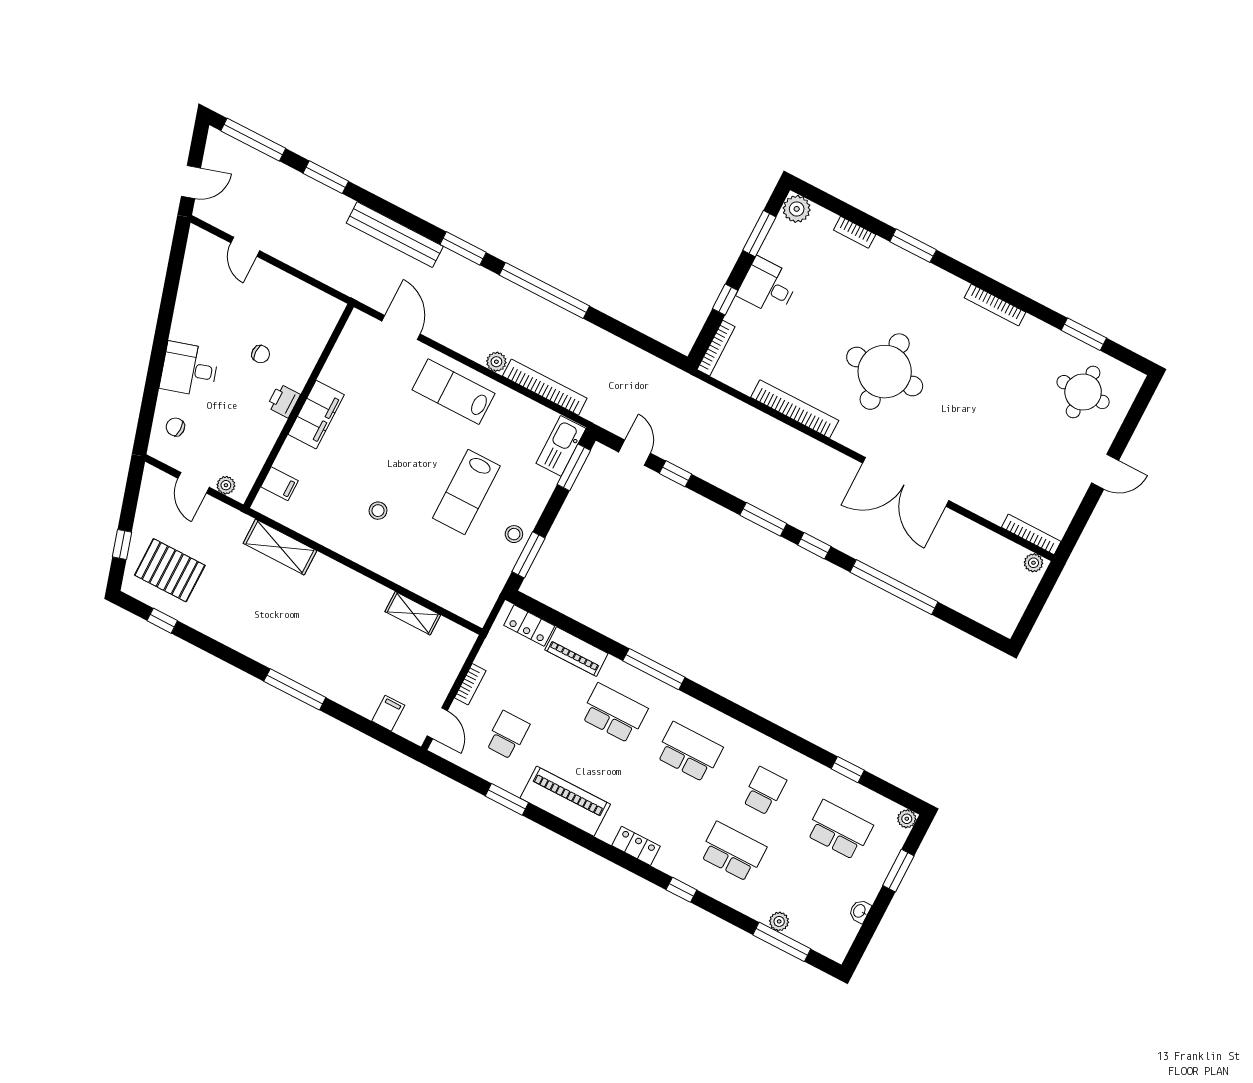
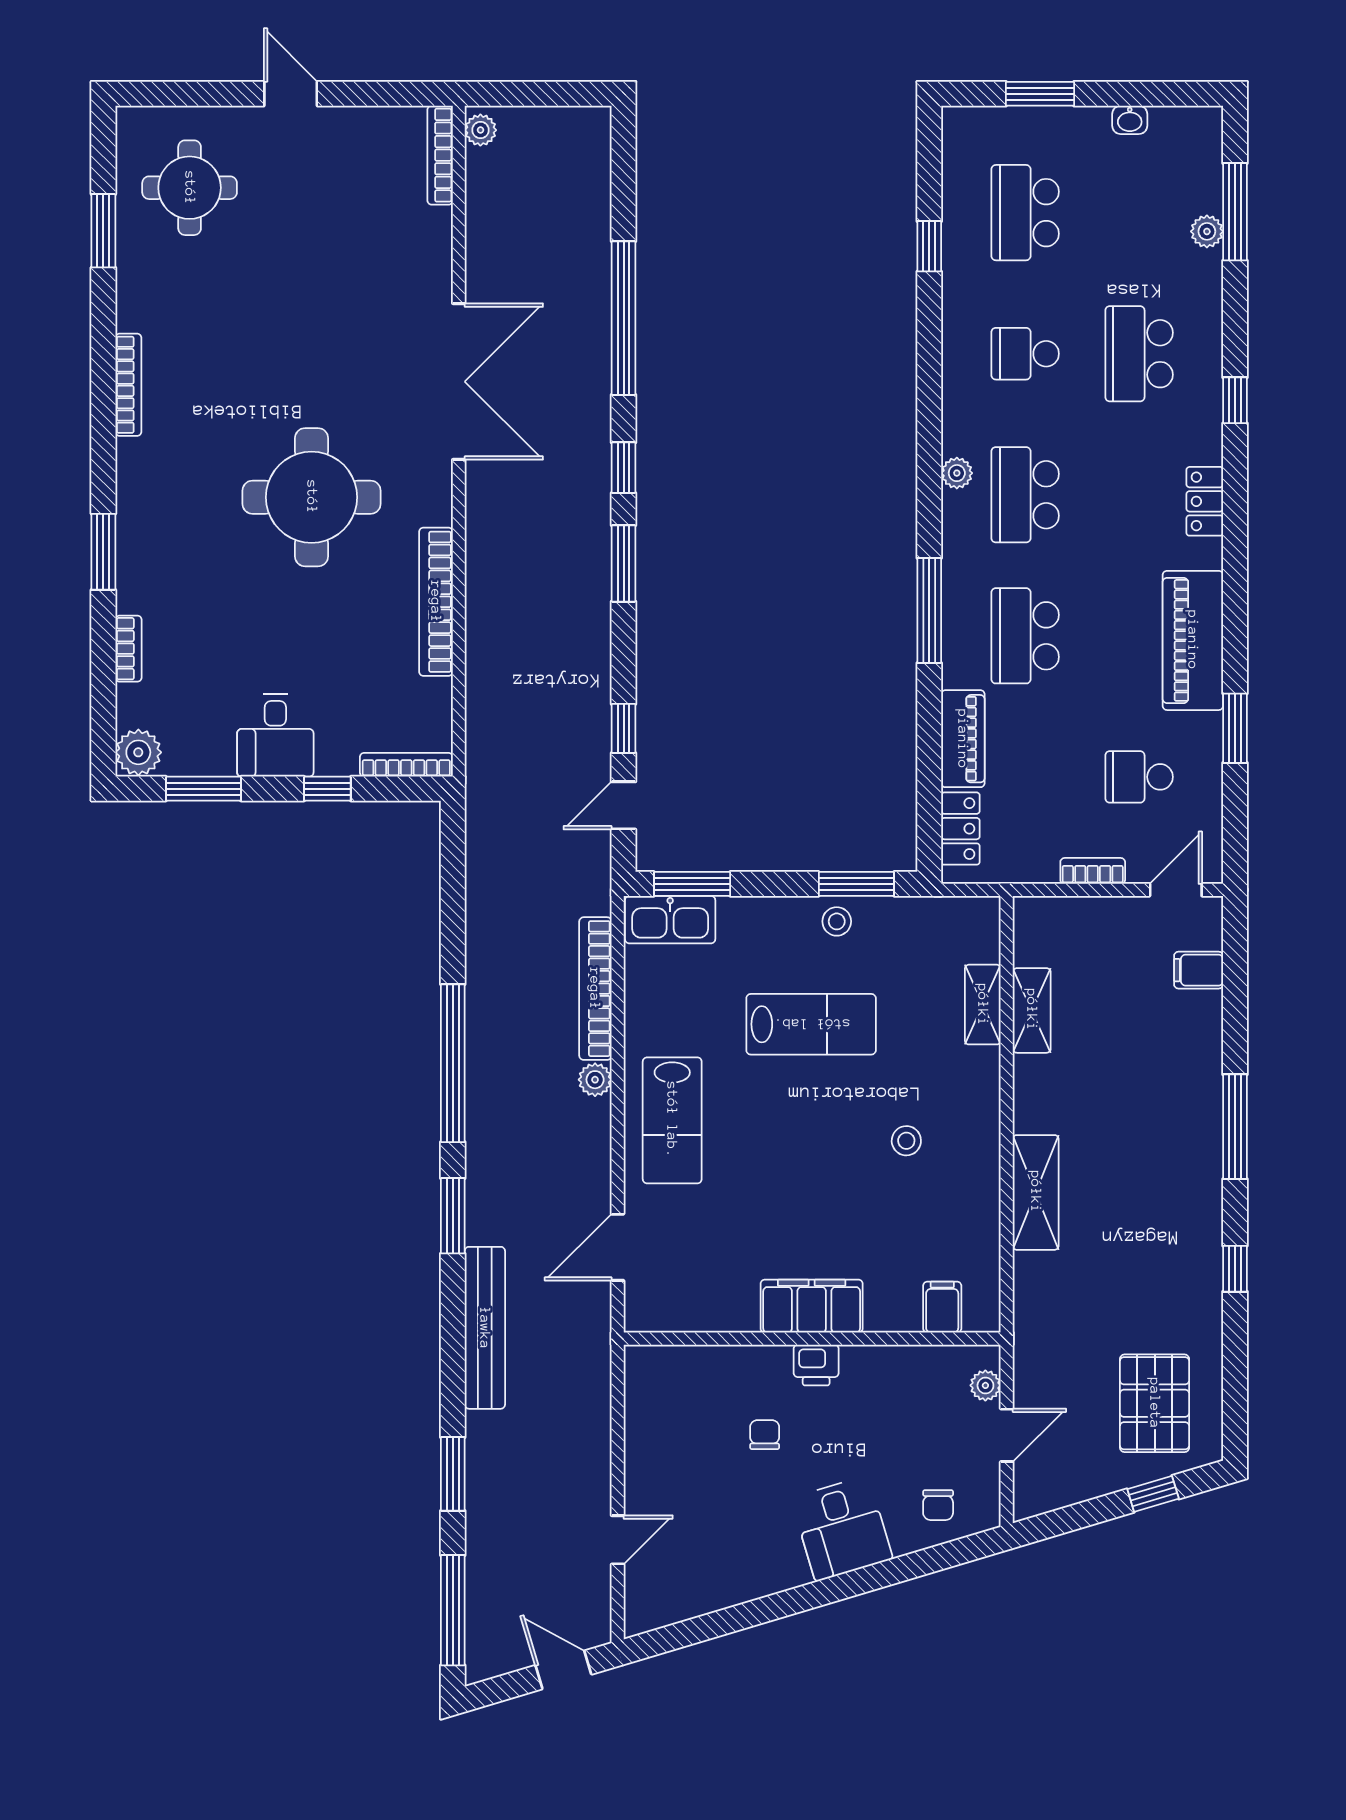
shelving: (280, 547) -> (1036, 1192), moved
shelving: (429, 589) -> (983, 1005), added
window: (162, 621) -> (1235, 1269), moved
plant: (907, 819) -> (957, 473), moved

